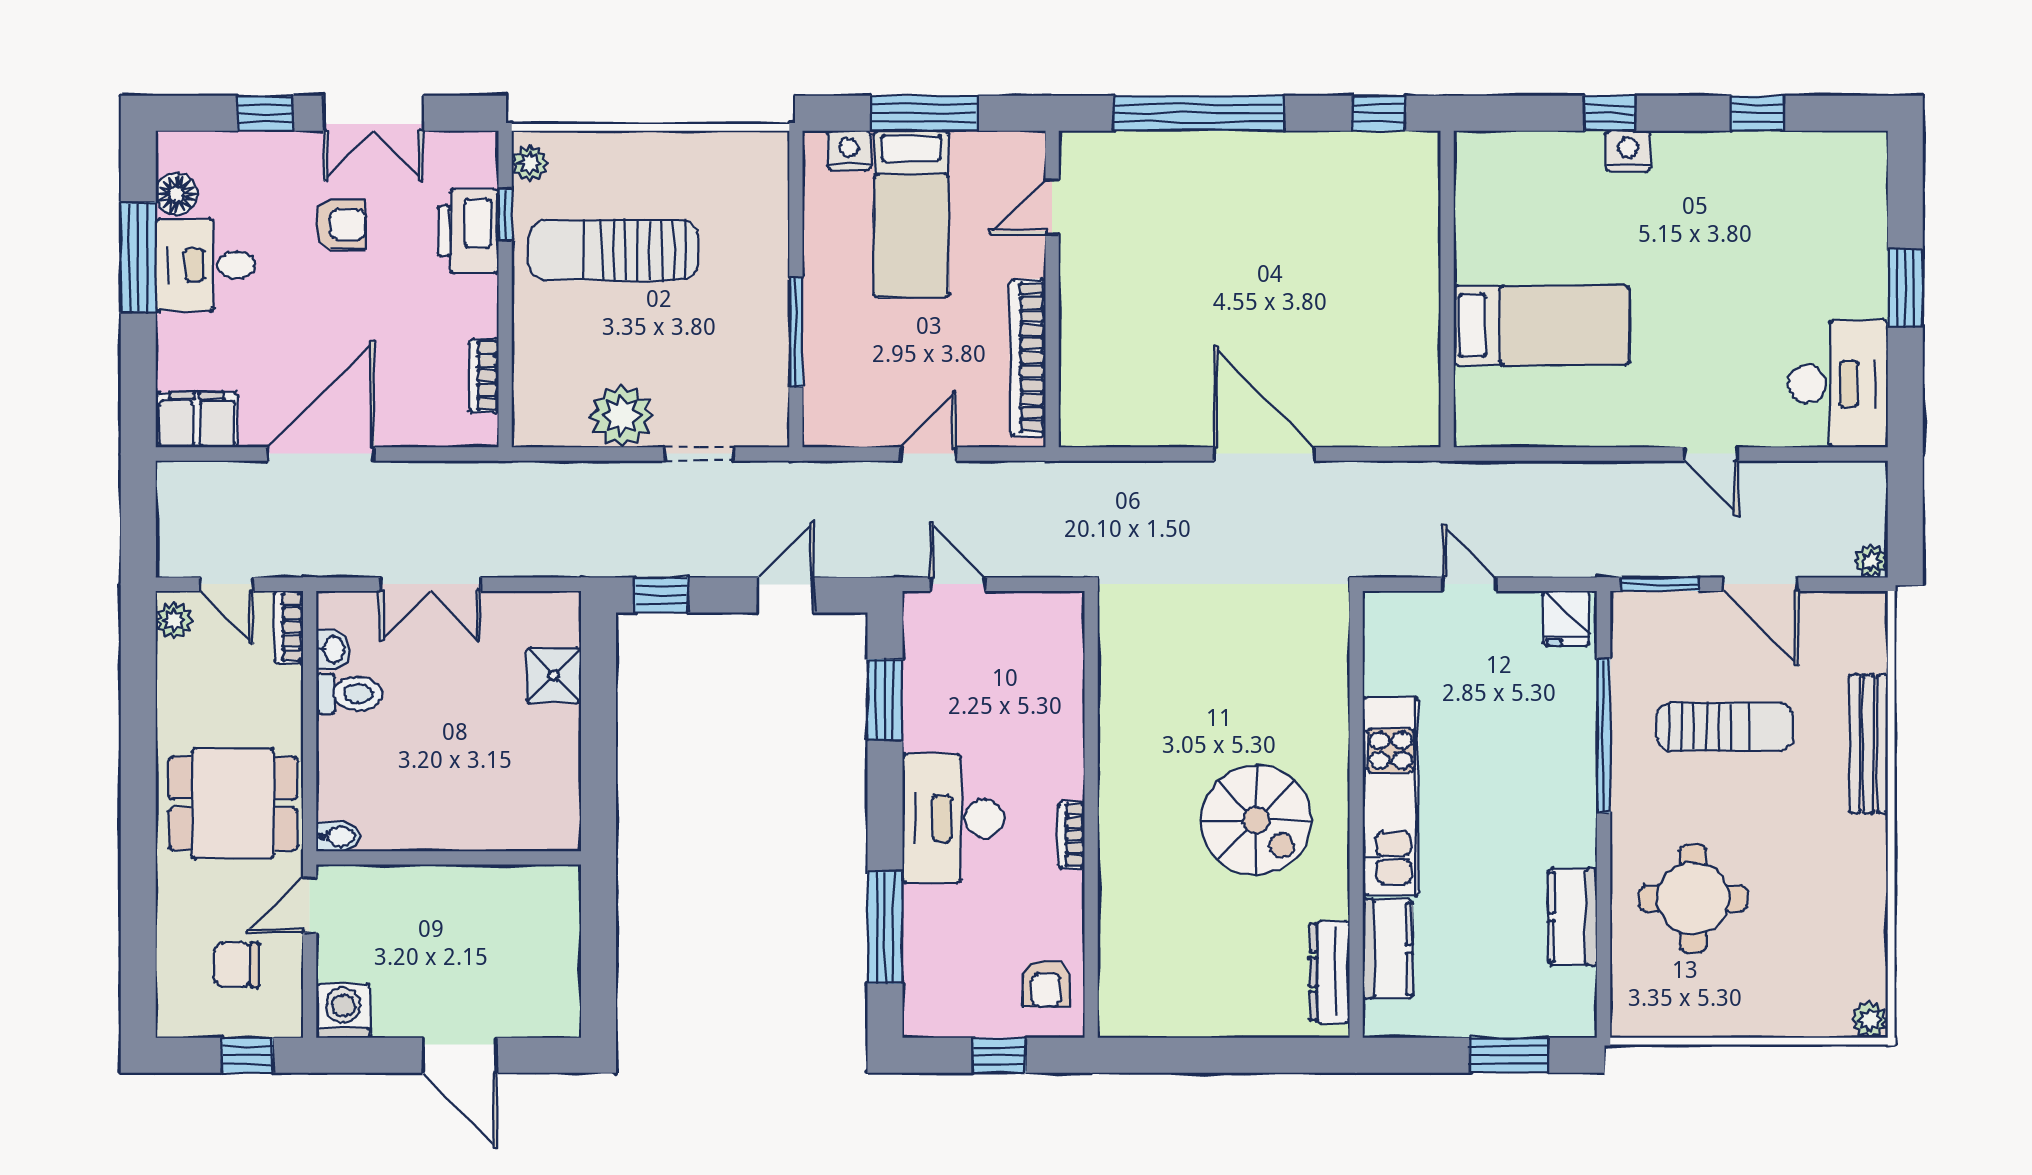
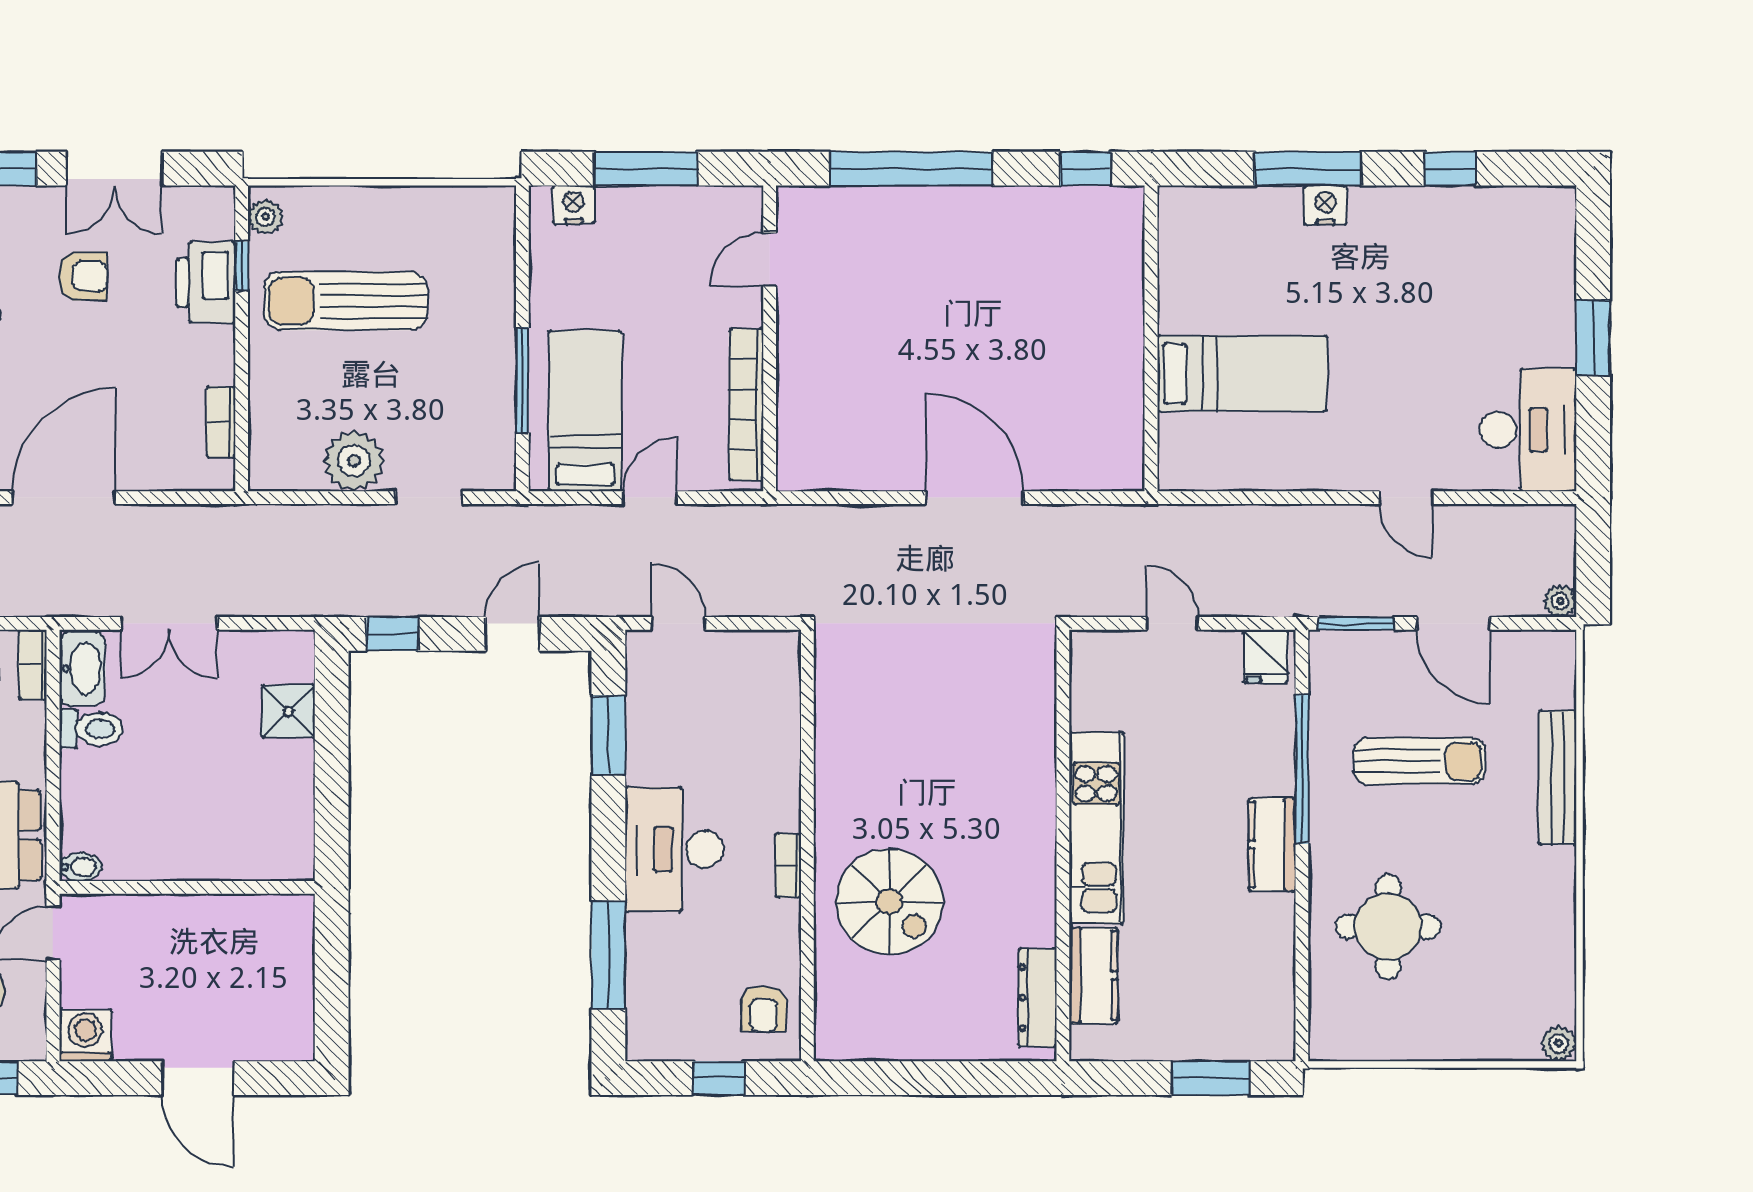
window: (1610, 113) -> (1308, 169), width x2.17
bed: (911, 214) -> (585, 411), moved, turned 180
washbasin: (333, 650) -> (82, 668), width x1.91, depth x1.45
spiral stairs: (1256, 820) -> (890, 902), moved
kitchen counter: (1573, 917) -> (1272, 844), moved

